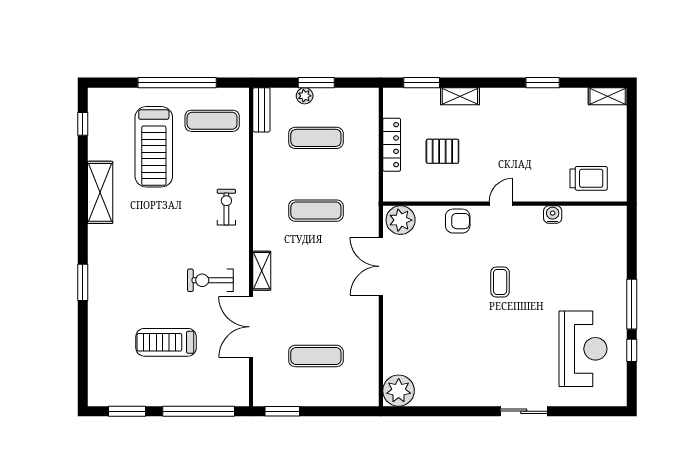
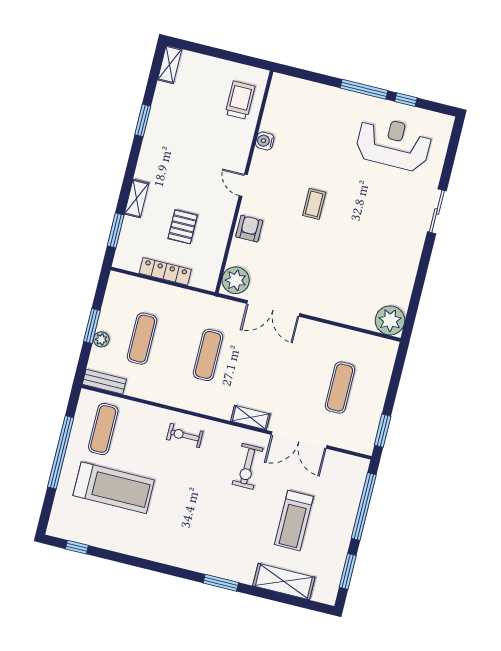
shelving: (100, 192) -> (284, 582), moved
coffee table: (500, 282) -> (314, 204), turned 90

